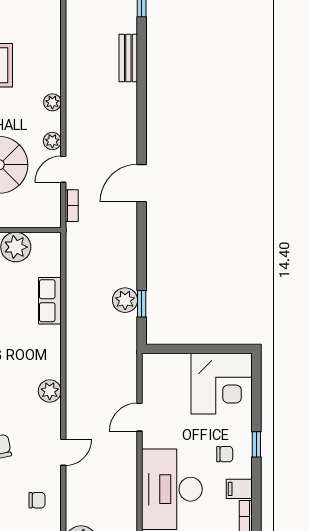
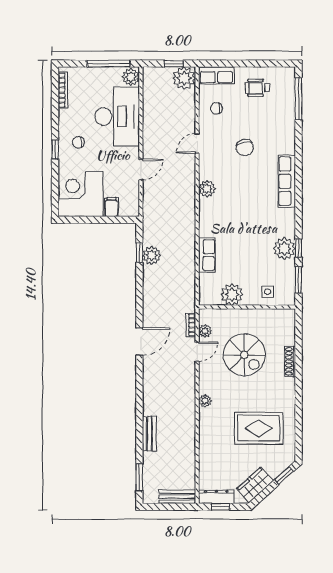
plant: (52, 141) -> (205, 331), moved
filing cabinet: (239, 489) -> (111, 207), moved, turned -90

